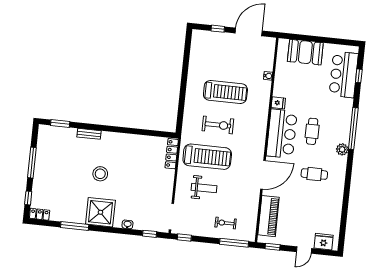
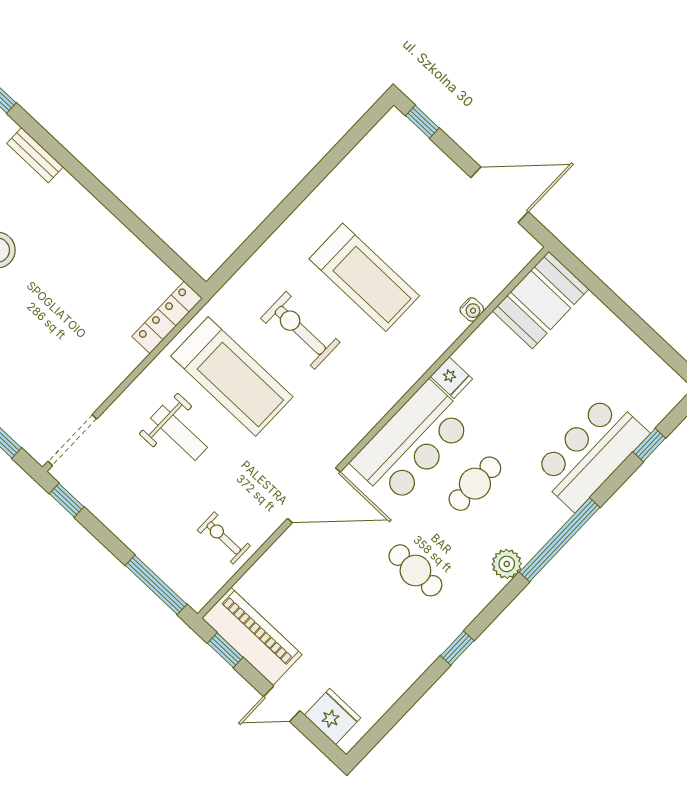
window: (218, 29) -> (422, 122), moved
booth: (305, 52) -> (541, 300), moved, turned 90
bar counter: (344, 75) -> (590, 452), moved
exercise bike: (218, 125) -> (300, 330), turned 180
window: (347, 189) -> (457, 648), added
piano: (268, 216) -> (252, 636), moved, turned -90
exercise bike: (226, 223) -> (224, 538), moved

